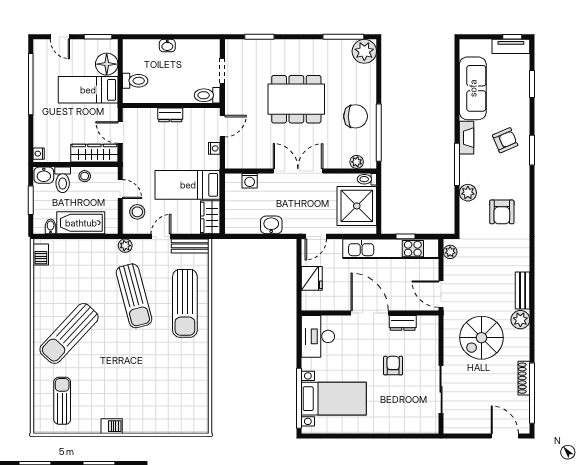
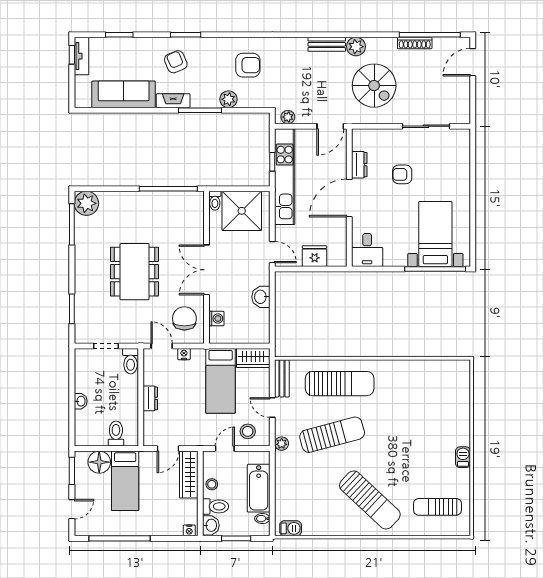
chair: (356, 116) -> (184, 318), moved
plant: (357, 162) -> (198, 211), removed
desk: (318, 336) -> (367, 250), width x0.73

